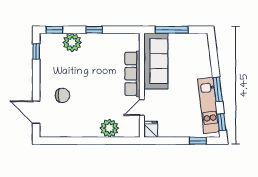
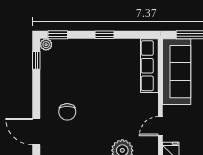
plant: (72, 42) -> (46, 45), moved, width x0.53, depth x0.53
row of seats: (132, 74) -> (149, 66), moved
chair: (63, 95) -> (67, 112), turned 90

